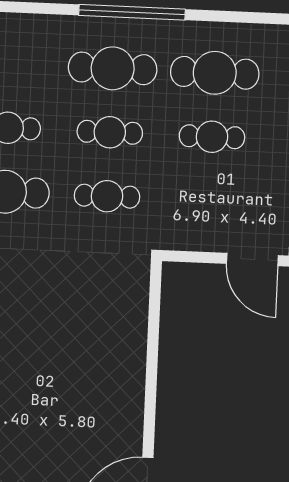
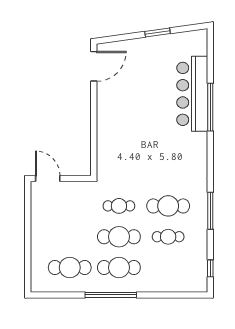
cafe table: (110, 132) -> (119, 237), width x1.37, depth x1.35
cafe table: (212, 137) -> (70, 237), removed

